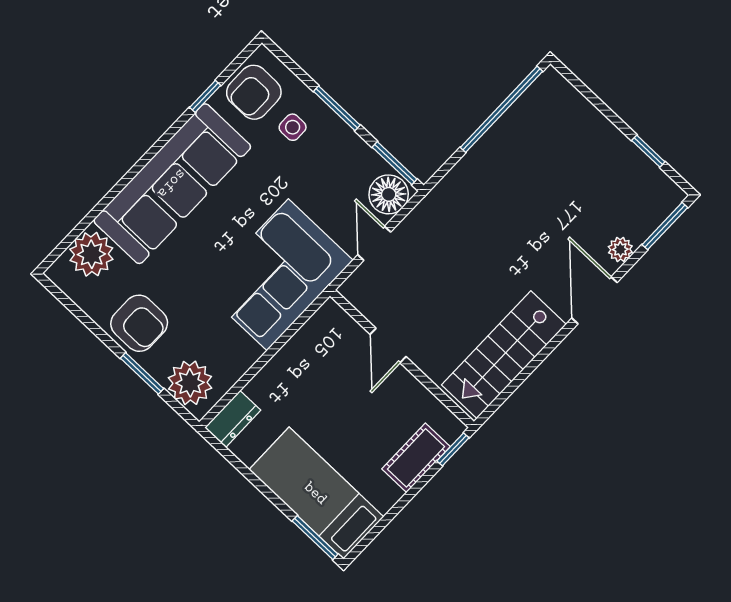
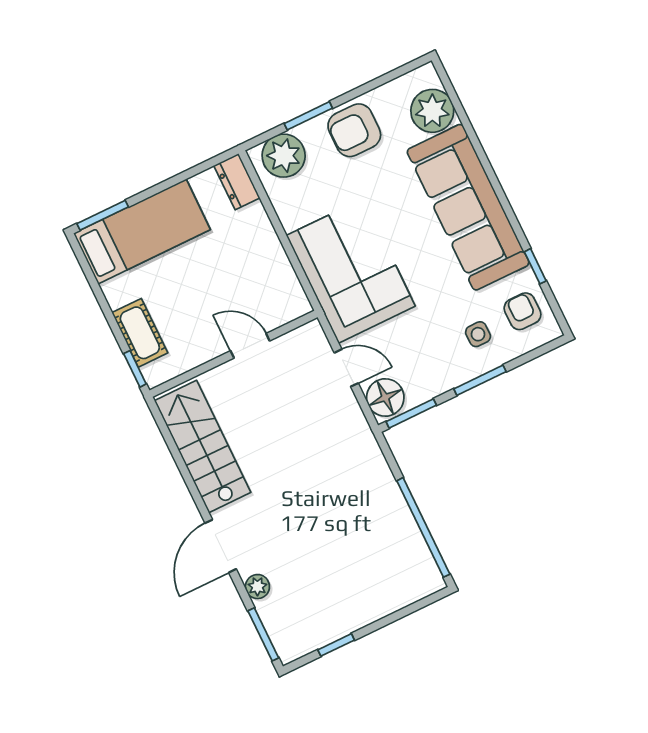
armchair: (254, 92) -> (523, 311), width x0.72, depth x0.72
door: (594, 300) -> (221, 546), swing flipped

